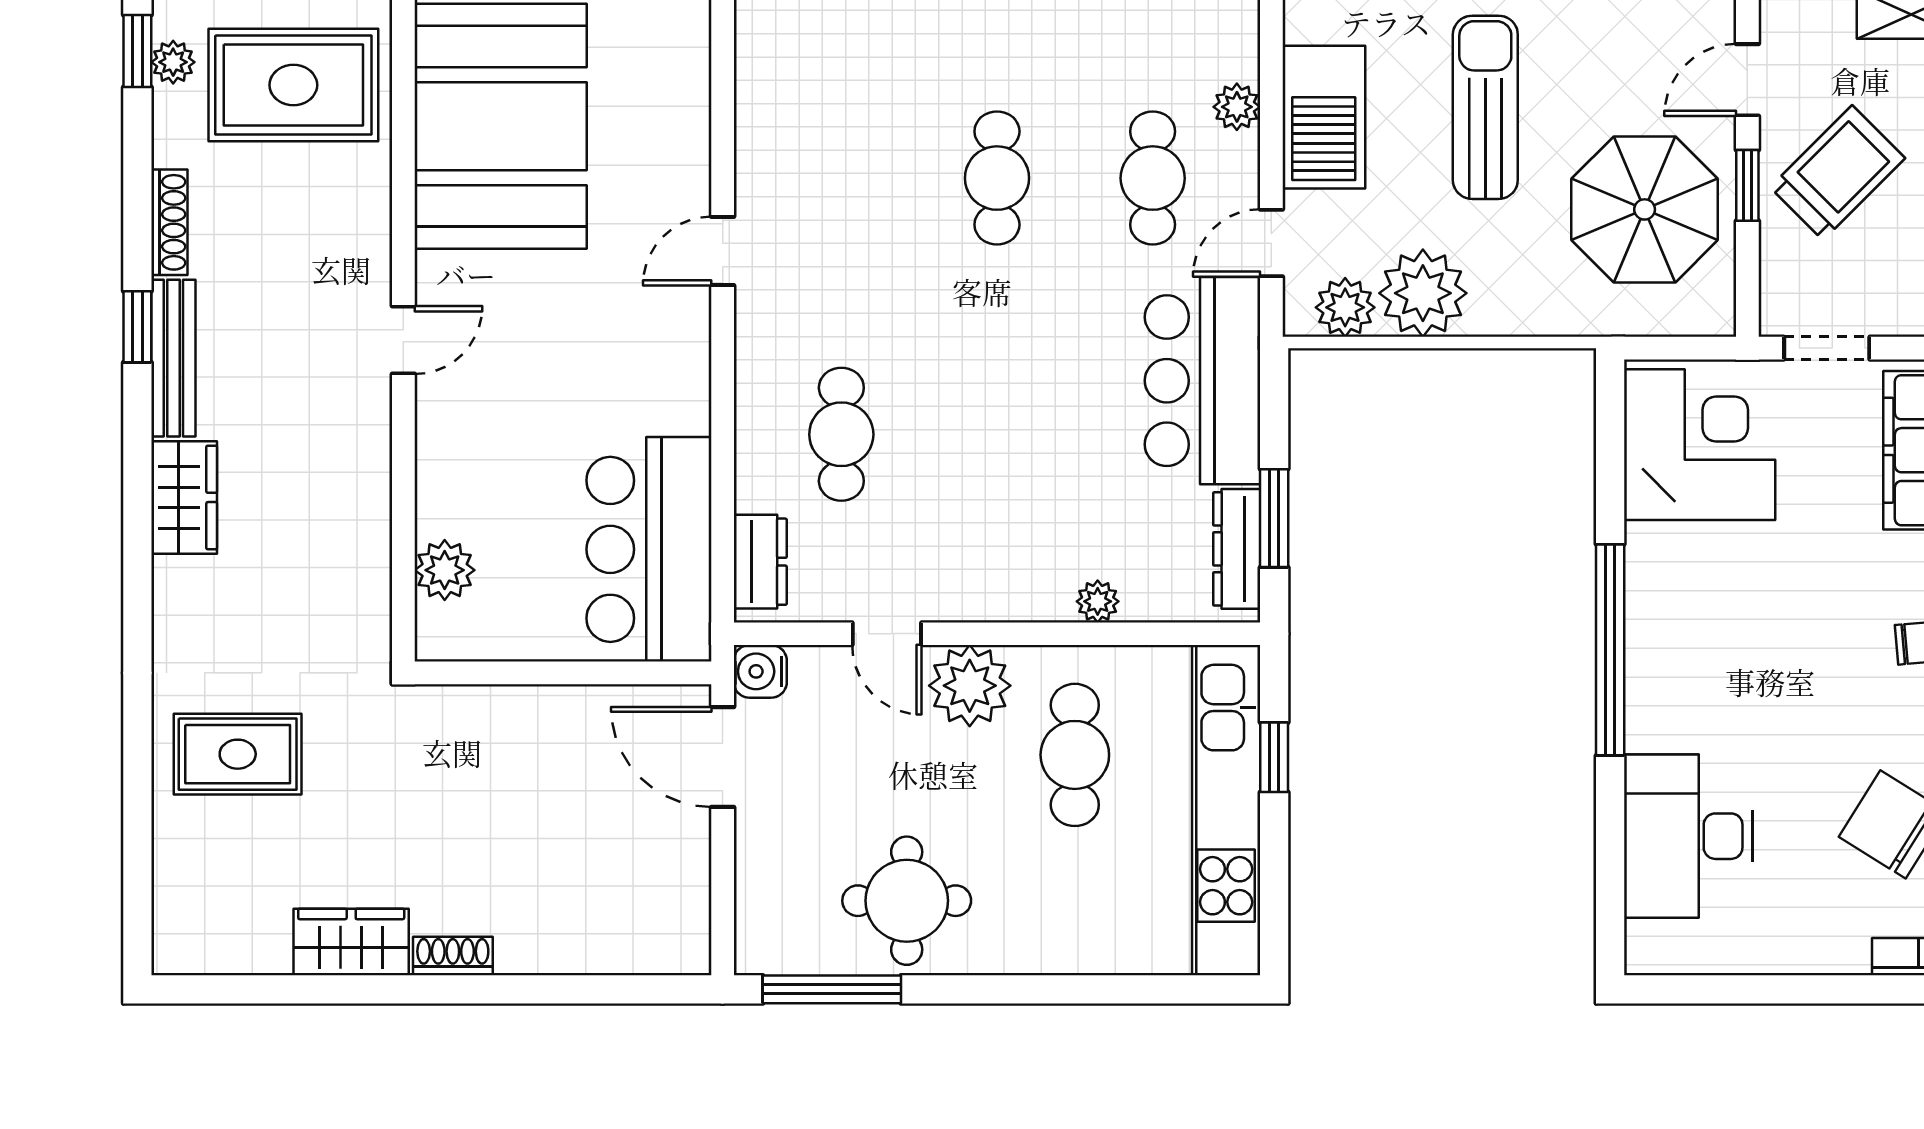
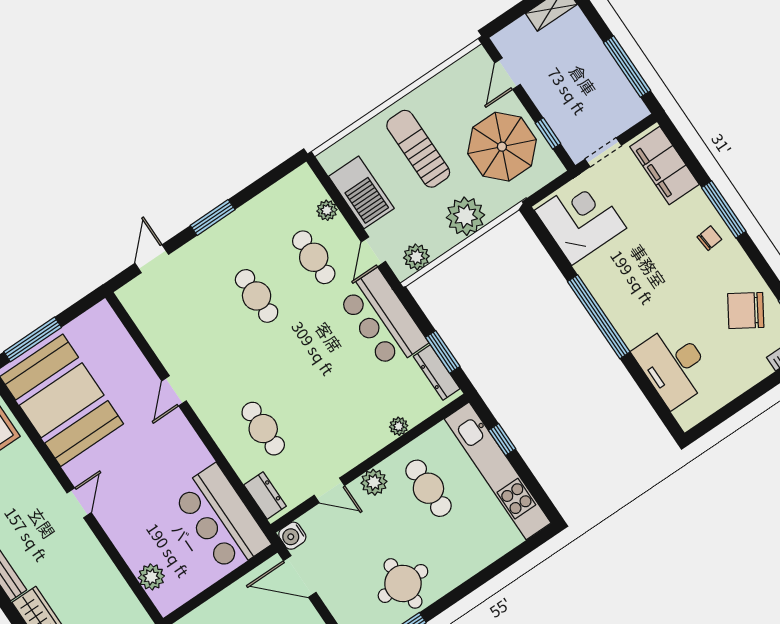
trolley: (1838, 173) -> (564, 85), removed
window: (1747, 185) -> (548, 133), moved
plant: (1423, 293) -> (465, 216), moved
plant: (970, 686) -> (374, 482), width x0.73, depth x0.73

